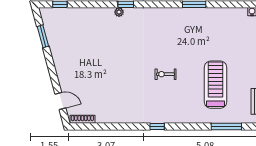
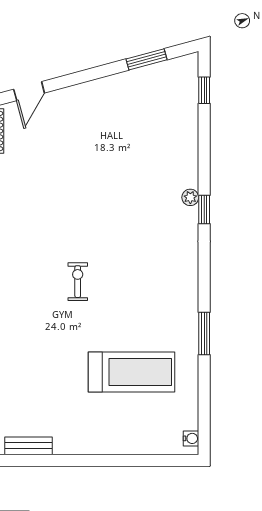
treadmill: (216, 85) -> (132, 372), moved

